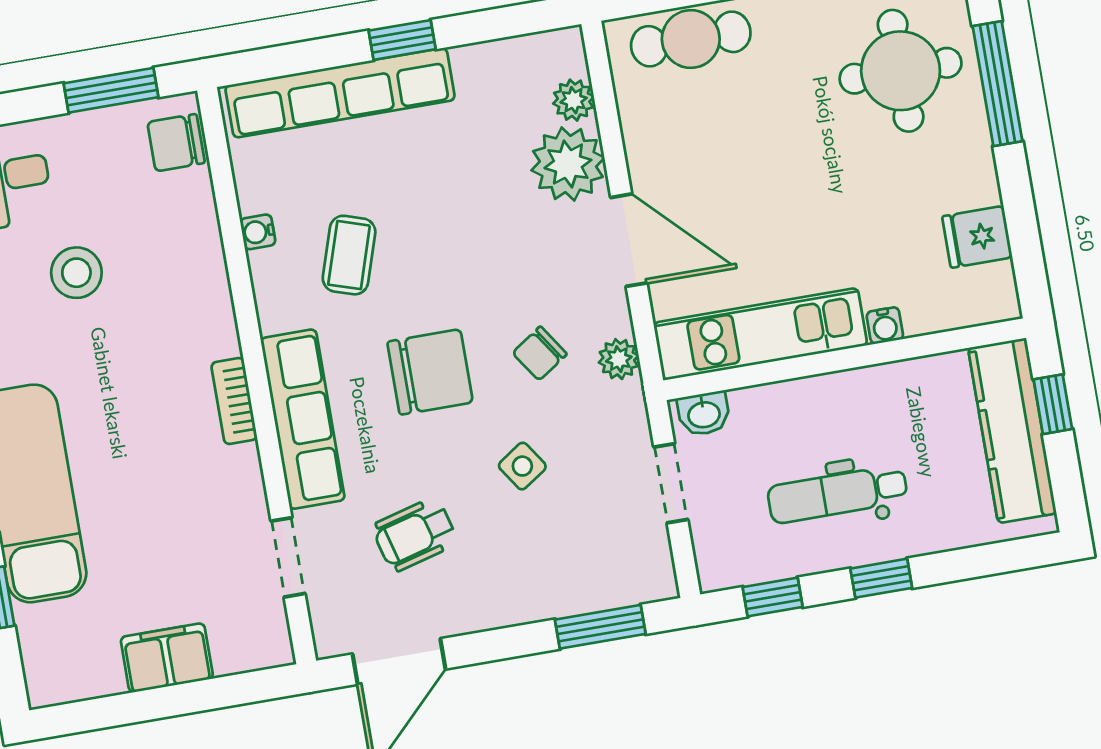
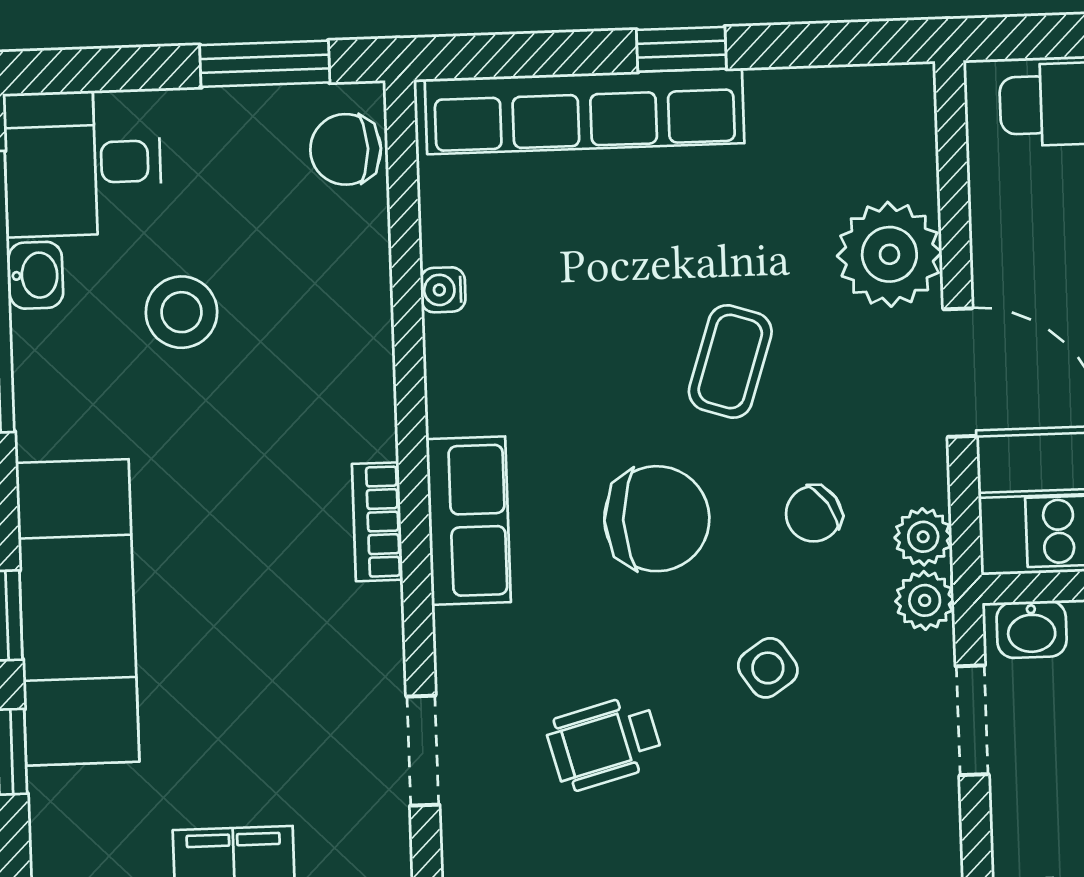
plant: (574, 100) -> (925, 600), moved
coffee table: (349, 255) -> (730, 361), moved
row of seats: (303, 419) -> (468, 521), width x0.68

